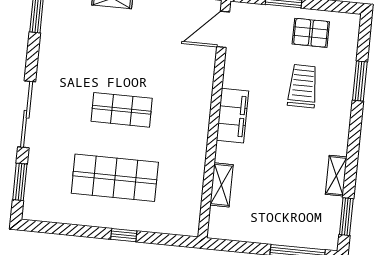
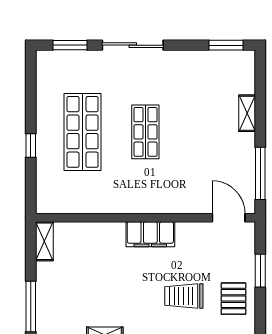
trolley: (303, 86) -> (184, 296), turned 180
shelving: (221, 185) -> (44, 241), moved, turned 90

